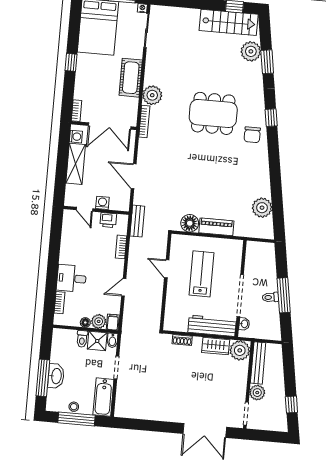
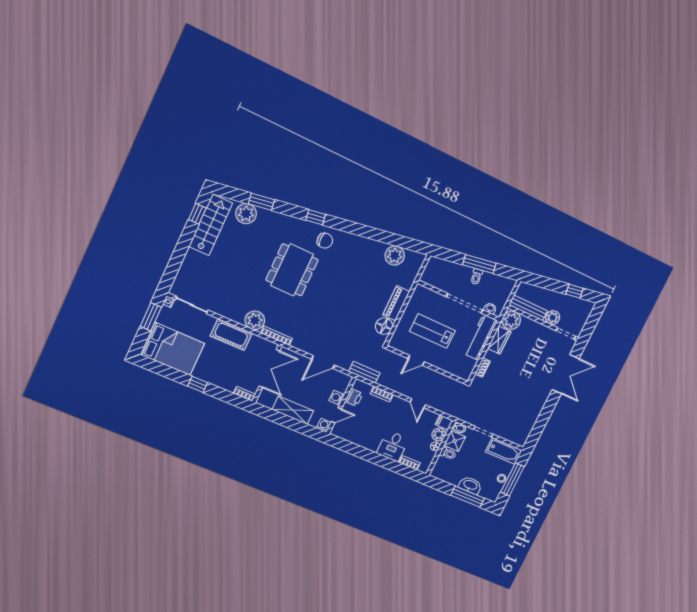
washing machine: (76, 137) -> (324, 425), moved

